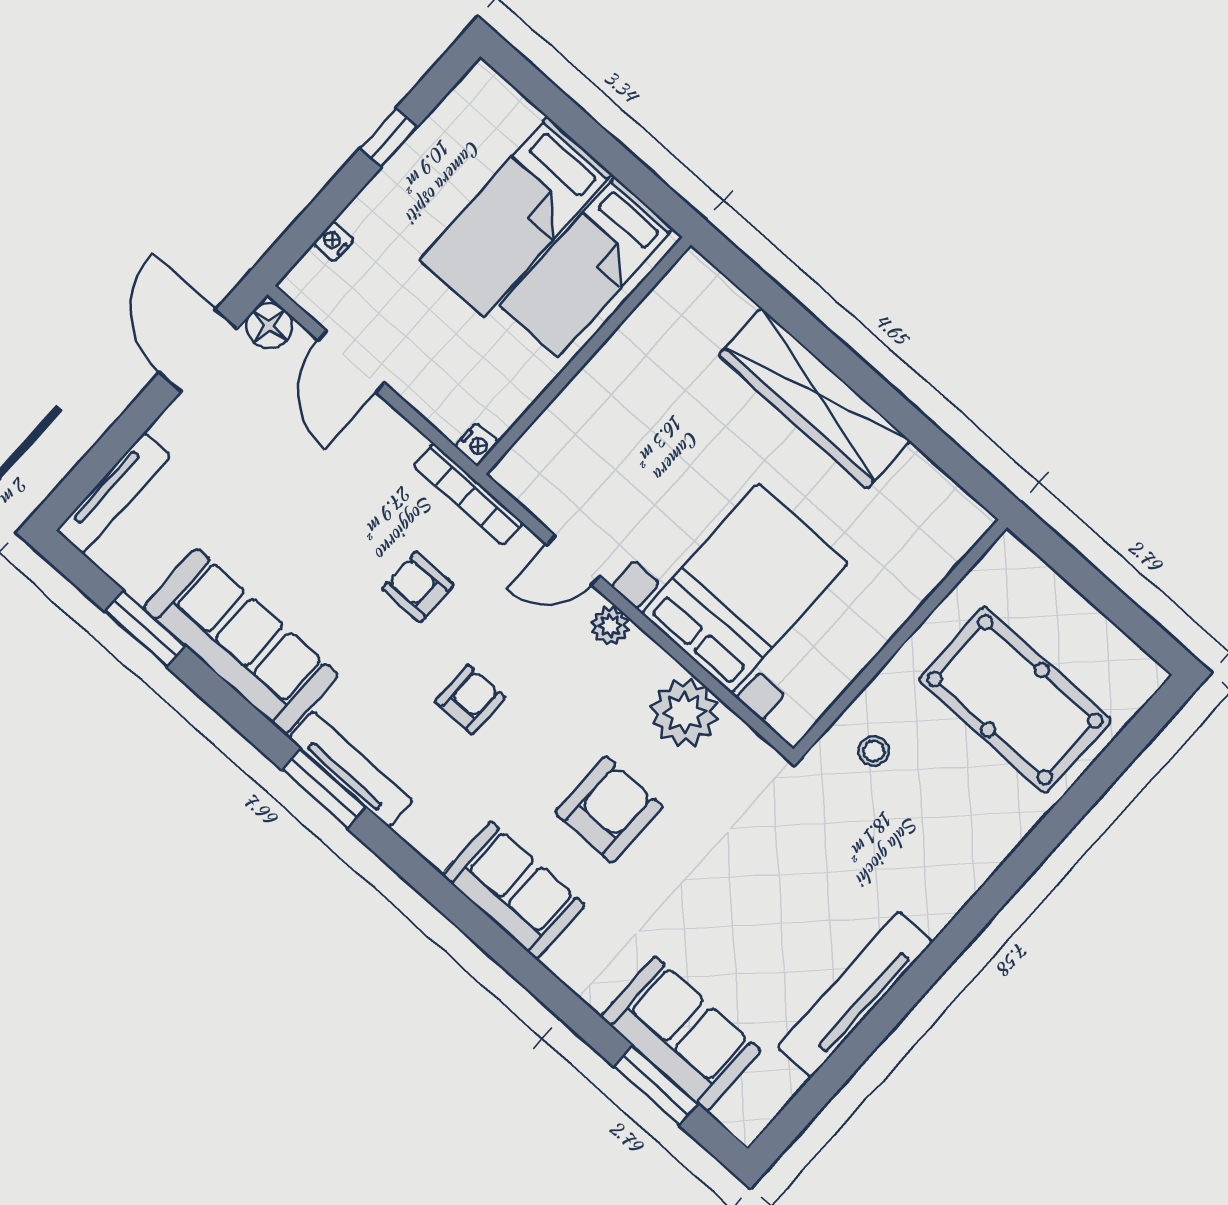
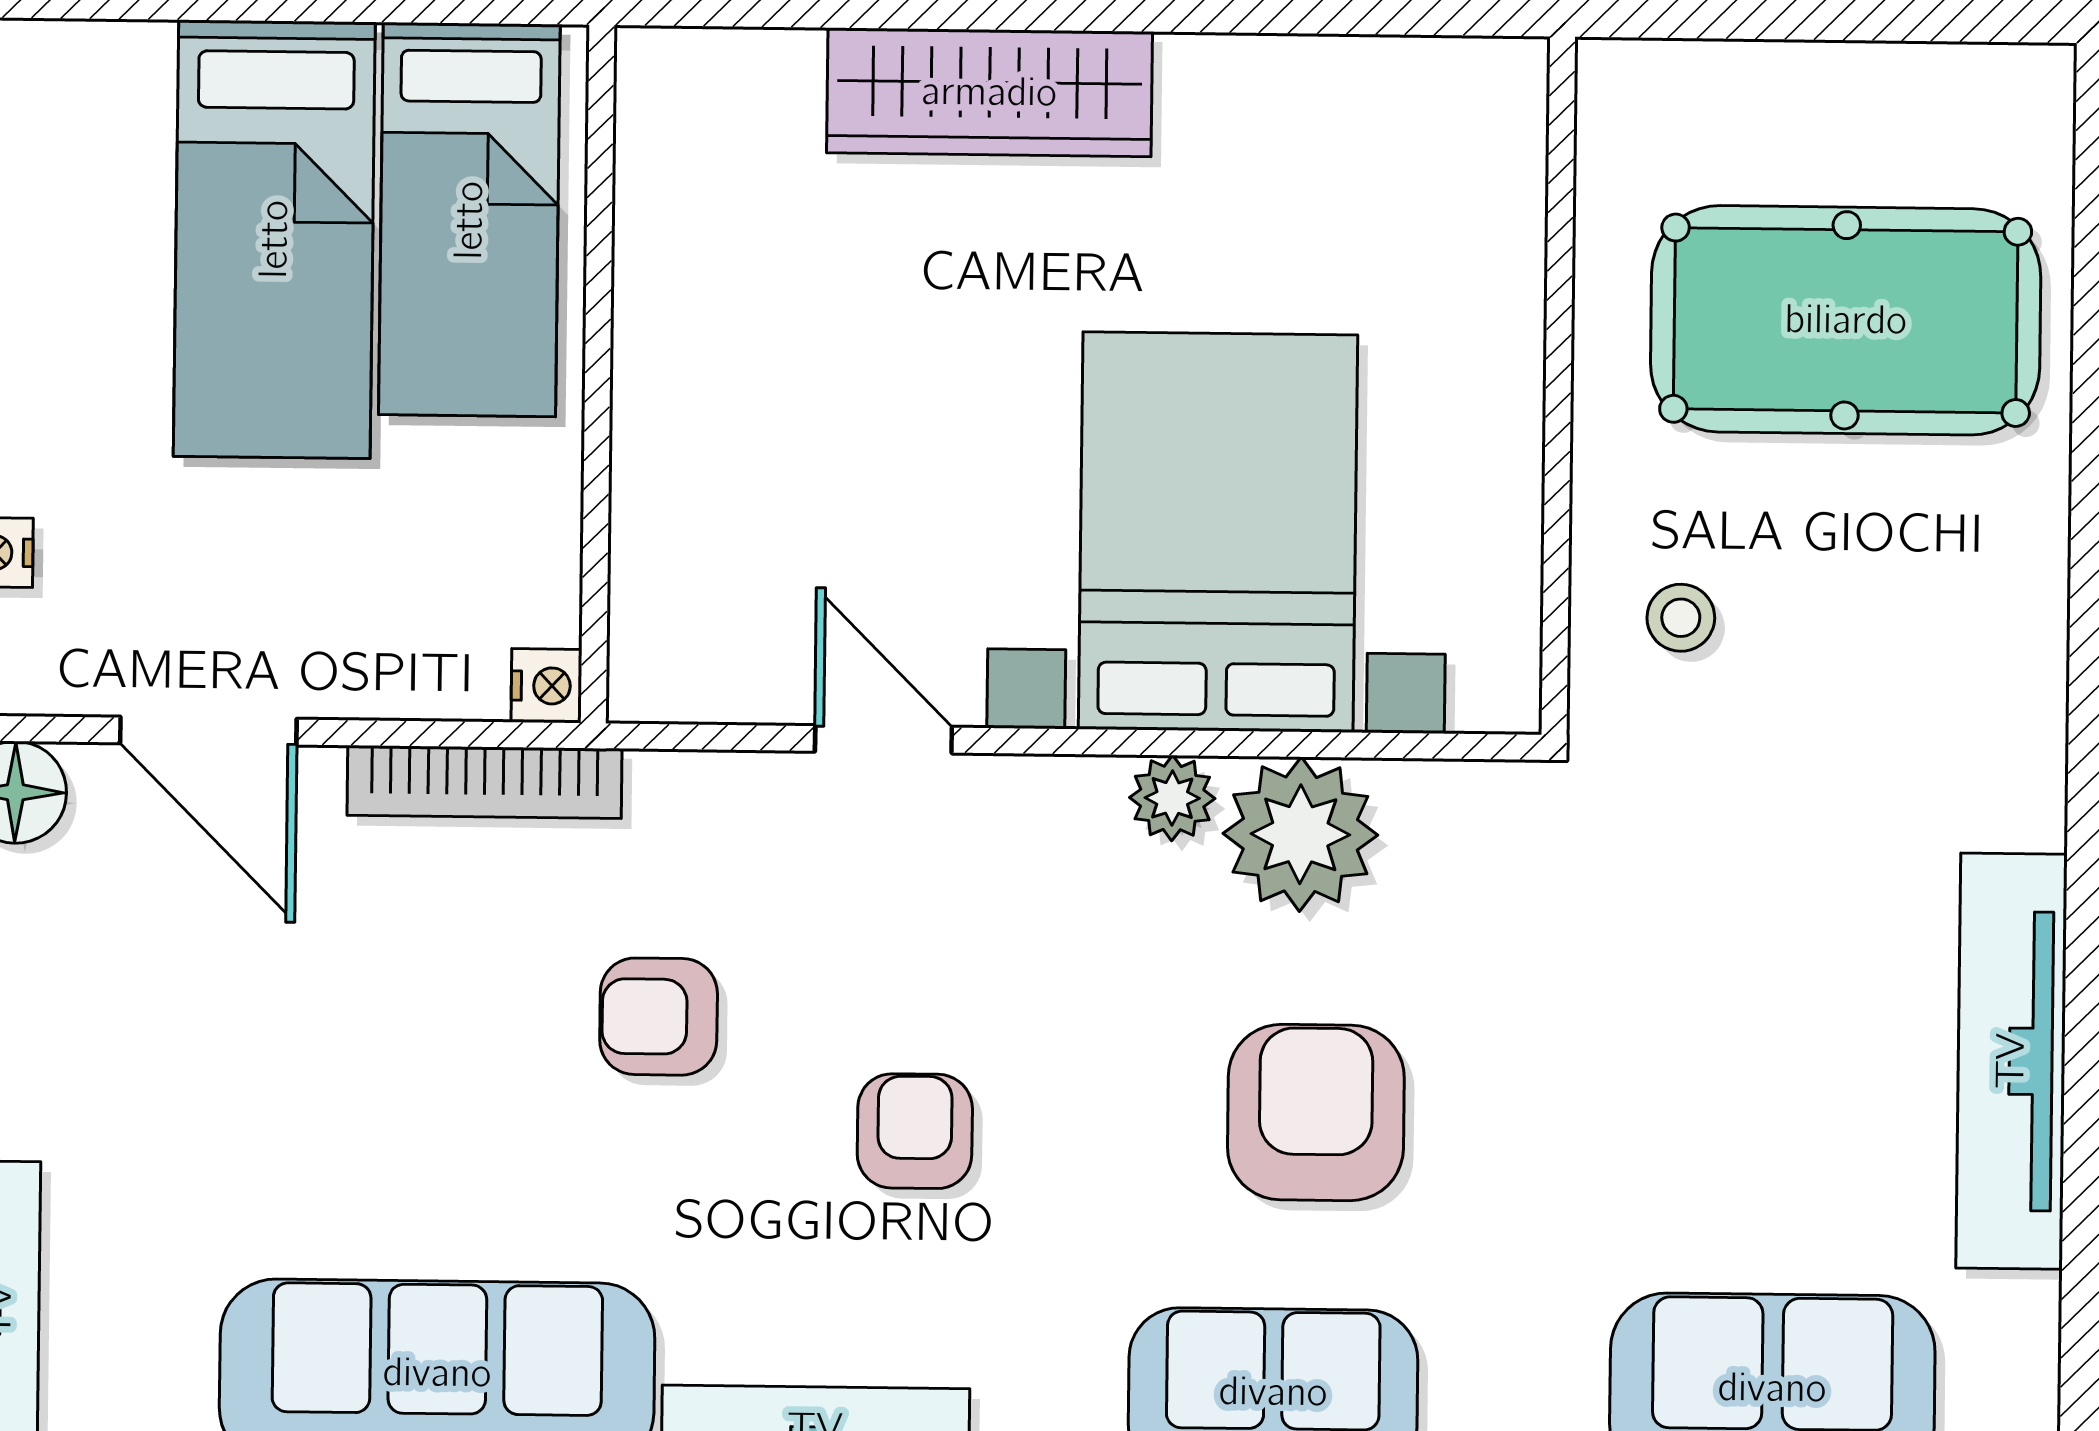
wardrobe: (814, 398) -> (989, 92), width x0.71, depth x0.85
bookcase: (468, 494) -> (484, 782), moved
door: (573, 560) -> (883, 739), swing flipped
plant: (610, 626) -> (1172, 798), moved

